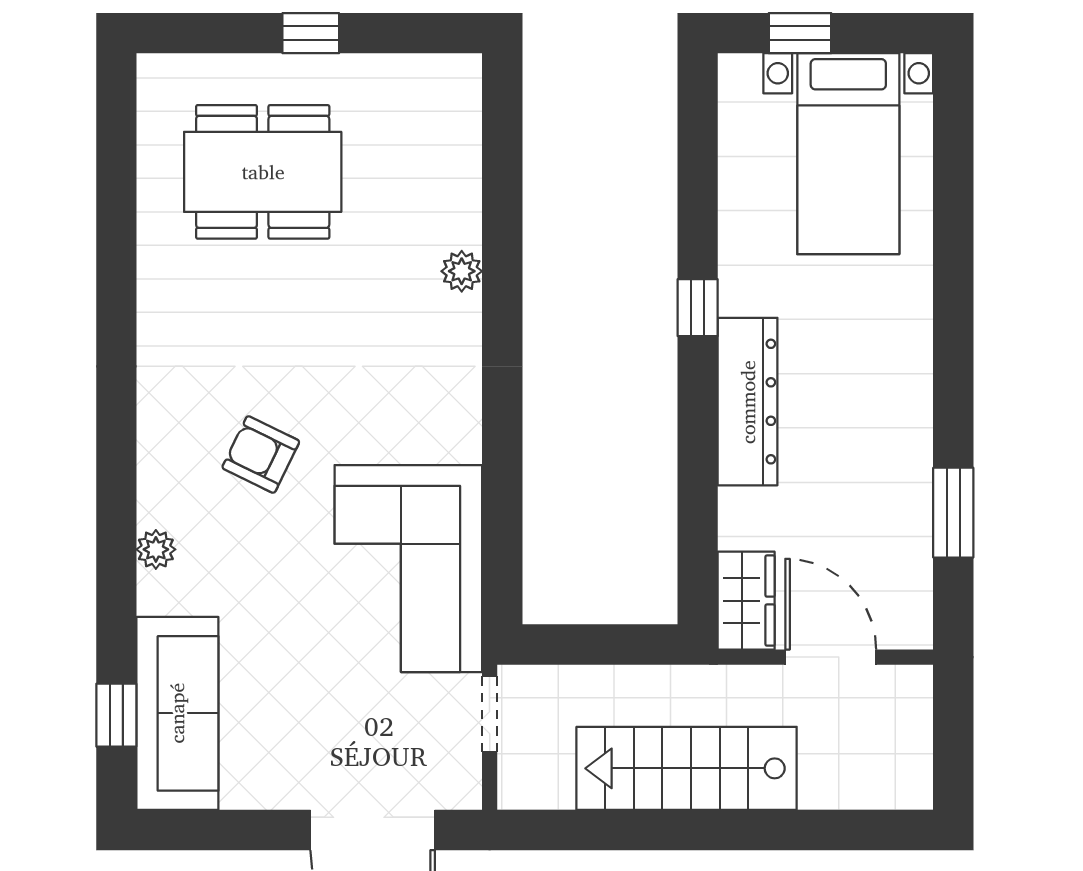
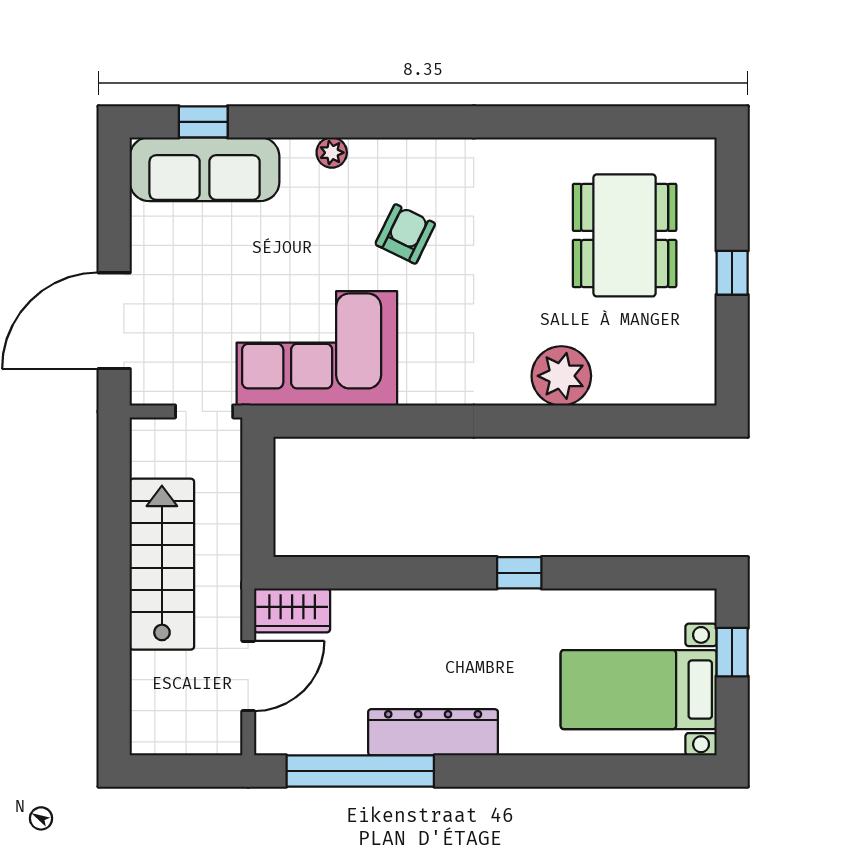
plant: (462, 271) -> (561, 376), width x1.88, depth x1.88
dresser: (748, 402) -> (433, 732), moved, turned 180
window: (953, 513) -> (360, 771), width x2.11

